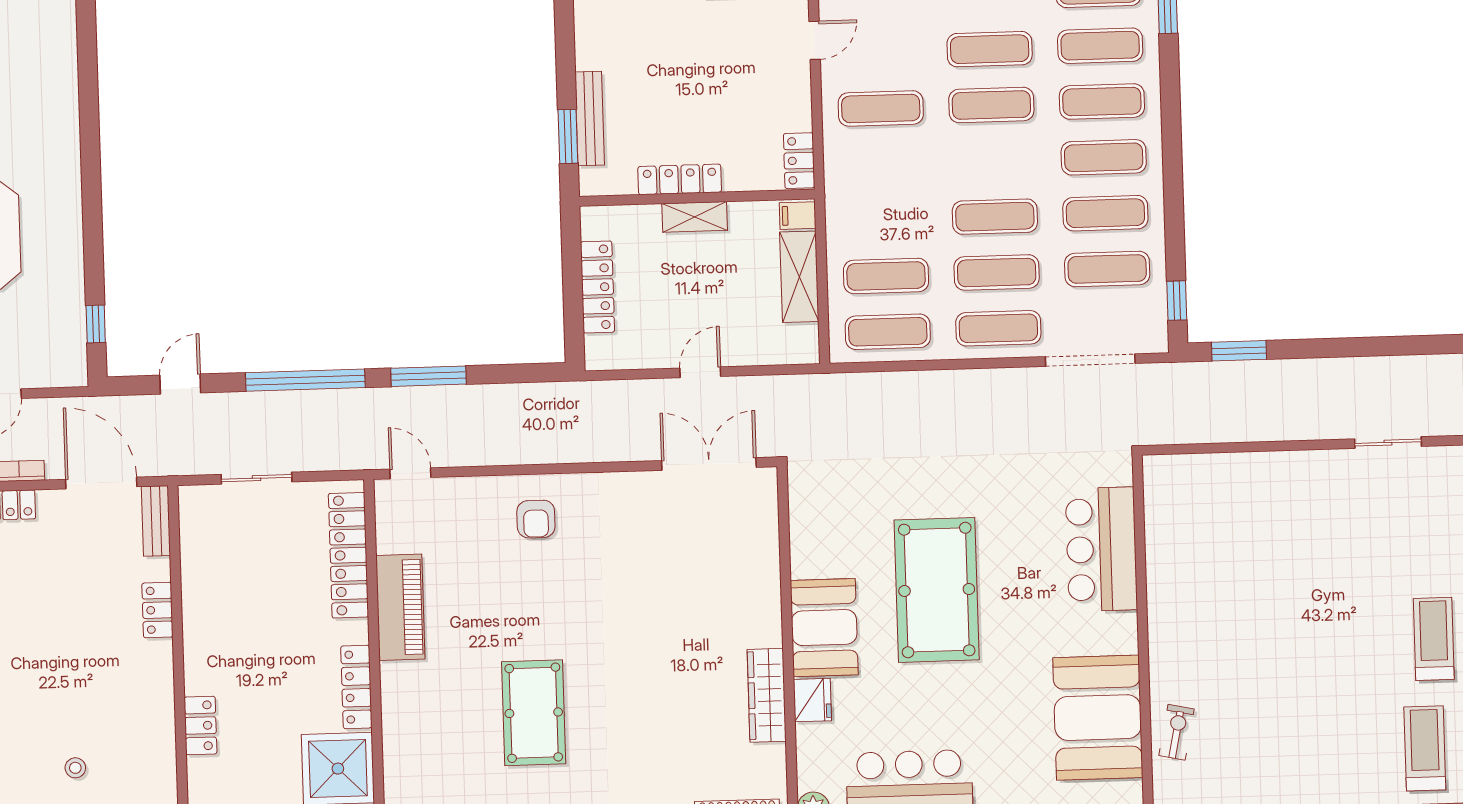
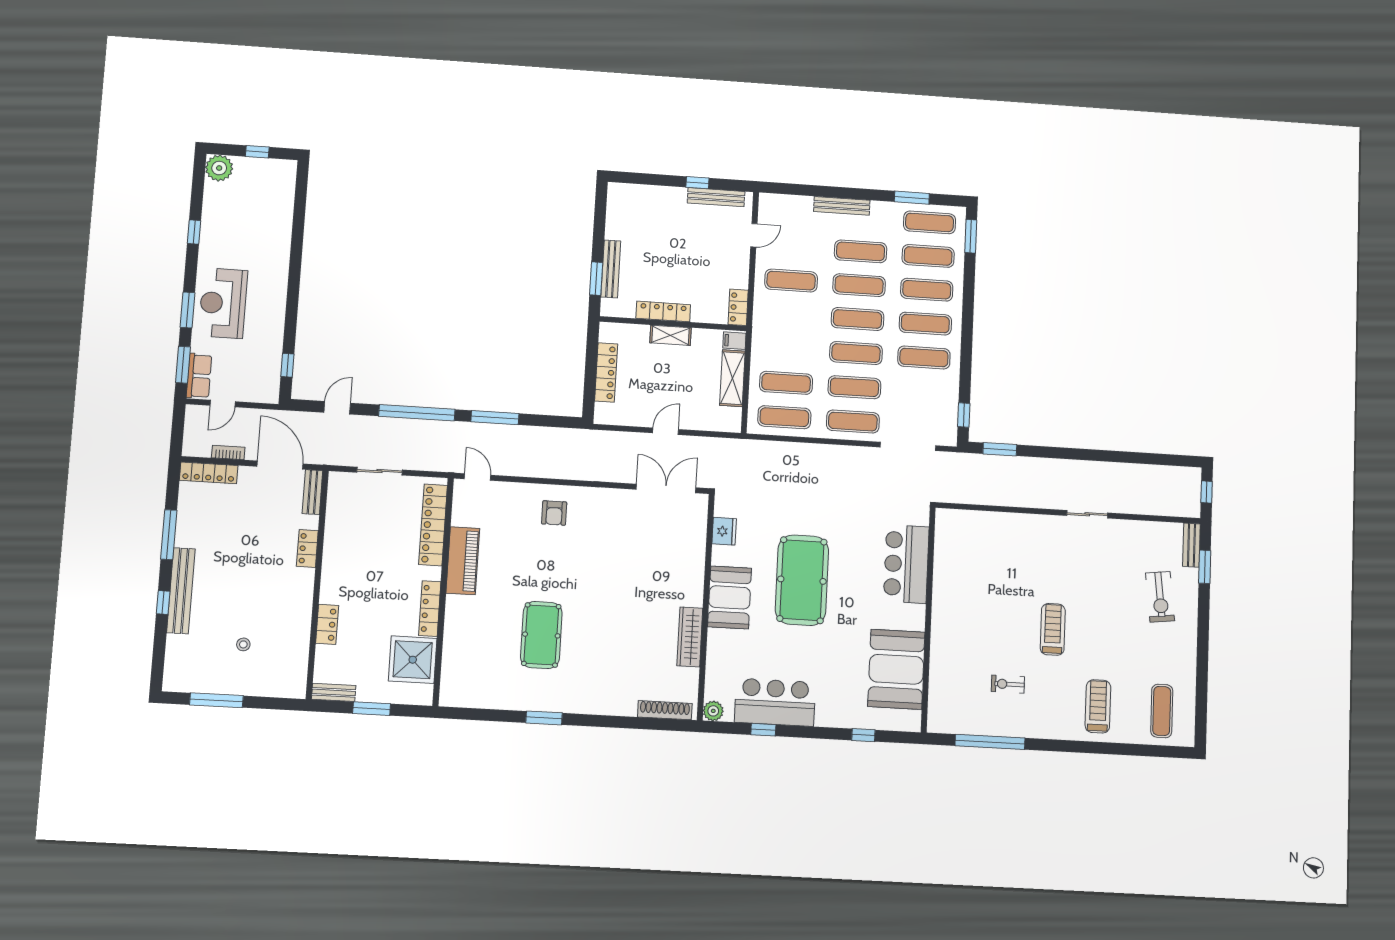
exercise mat: (1107, 269) -> (858, 319), moved
treadmill: (1434, 639) -> (1053, 629), moved
fridge: (812, 700) -> (724, 531), moved
exercise bike: (1177, 732) -> (1008, 684), moved, turned -102

